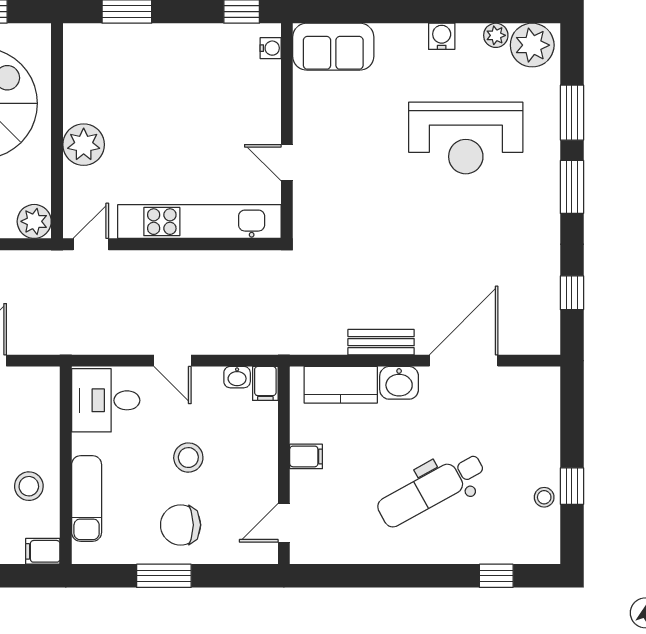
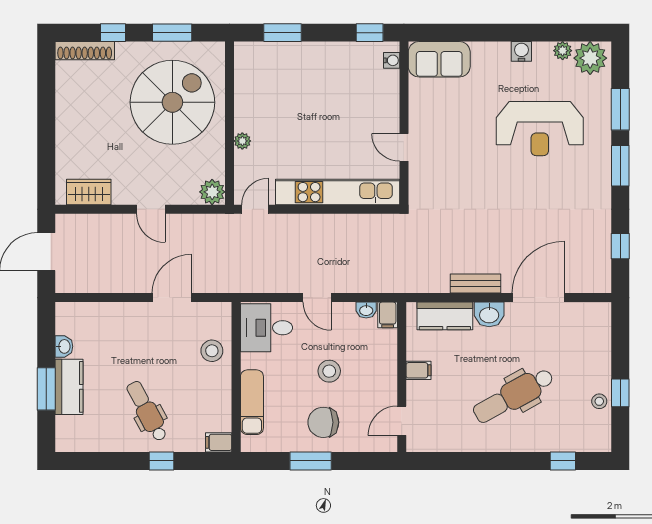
plant: (84, 145) -> (242, 141), width x0.53, depth x0.53
stool: (29, 486) -> (212, 351), moved

